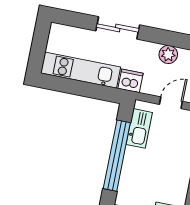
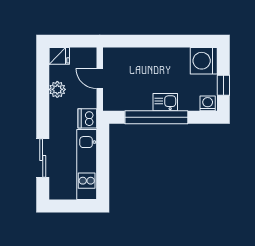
sliding door: (118, 28) -> (43, 158), moved
kitchen sink: (139, 128) -> (165, 102), moved, width x0.73

